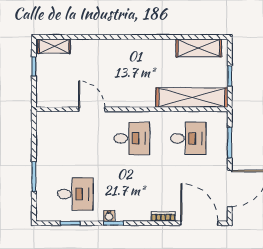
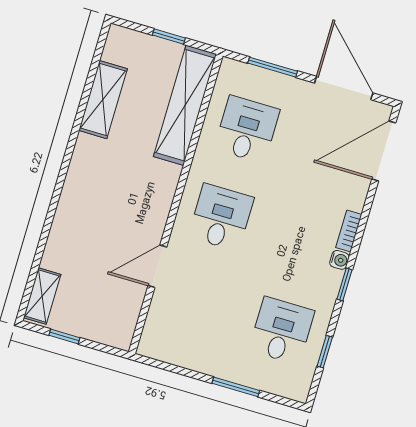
shelving: (199, 48) -> (103, 100), moved
water cooler: (109, 216) -> (339, 260), moved
bookcase: (163, 216) -> (349, 231), moved

